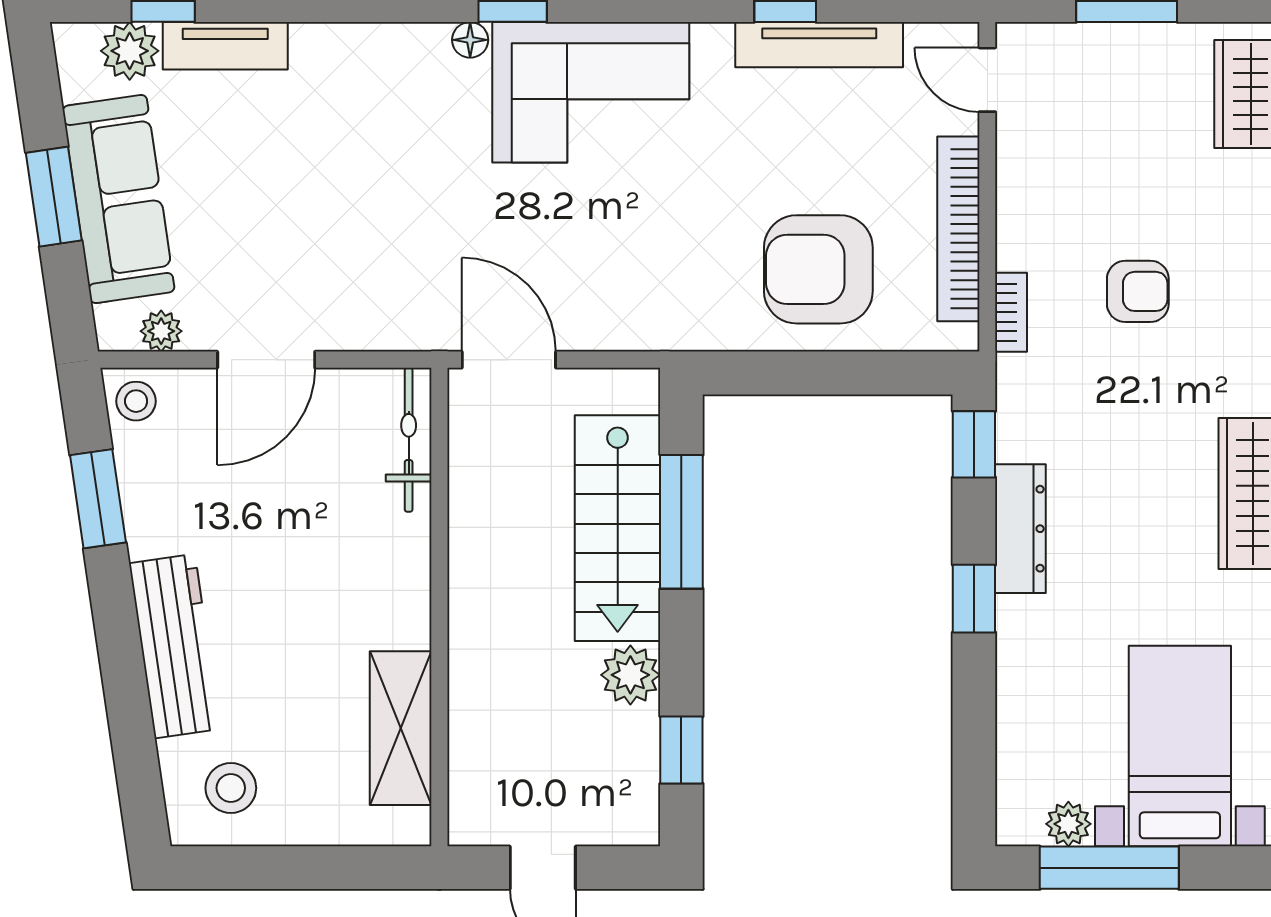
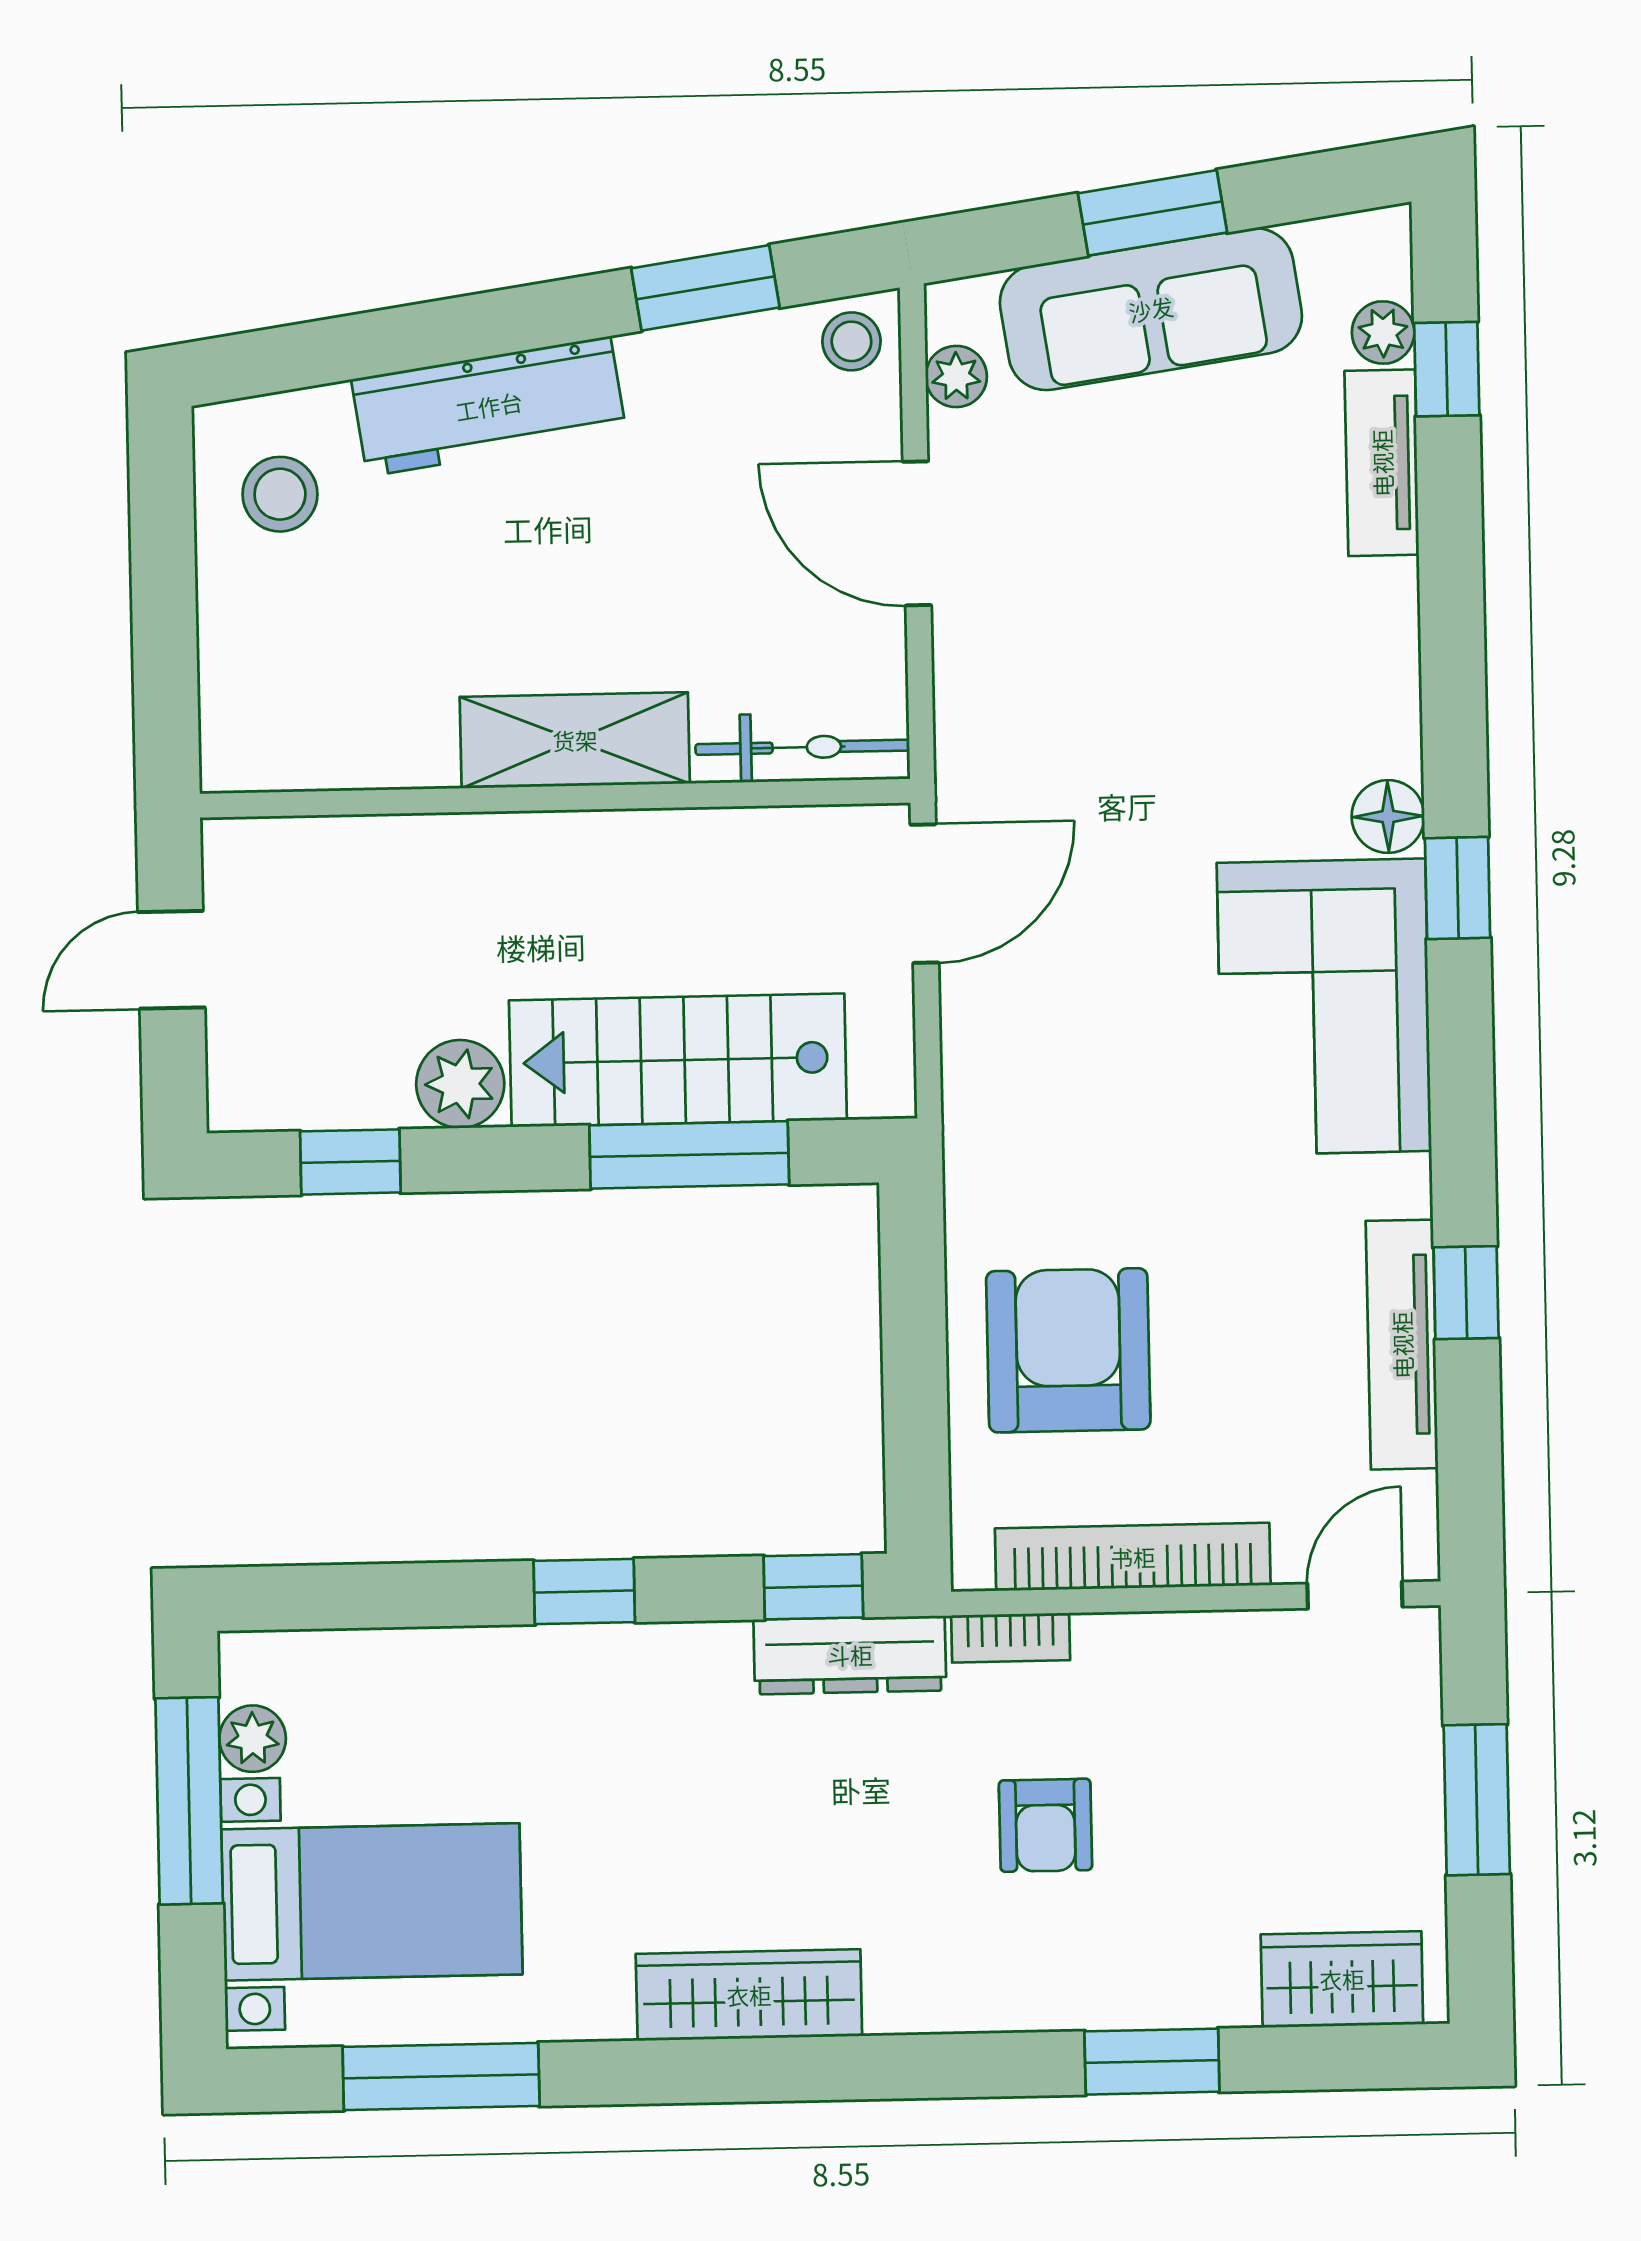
floor lamp: (470, 40) -> (1388, 816), width x1.37, depth x1.37
plant: (130, 51) -> (1383, 333), width x0.73, depth x0.73
dresser: (1020, 529) -> (850, 1655), moved
shelving: (401, 728) -> (575, 740), moved

